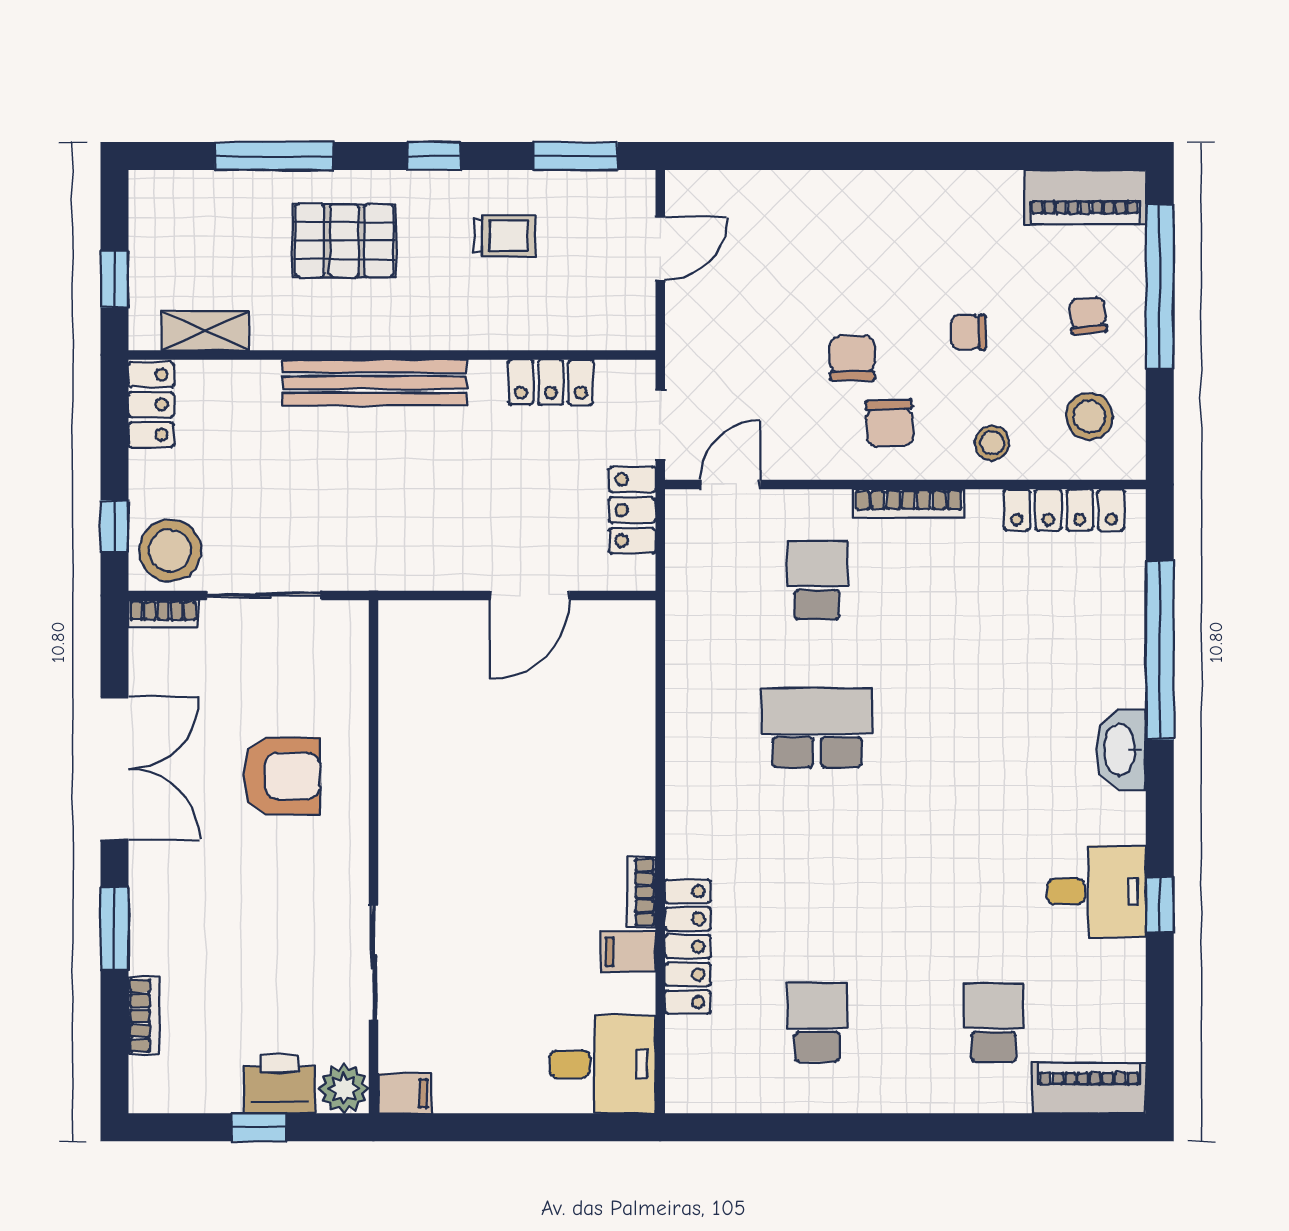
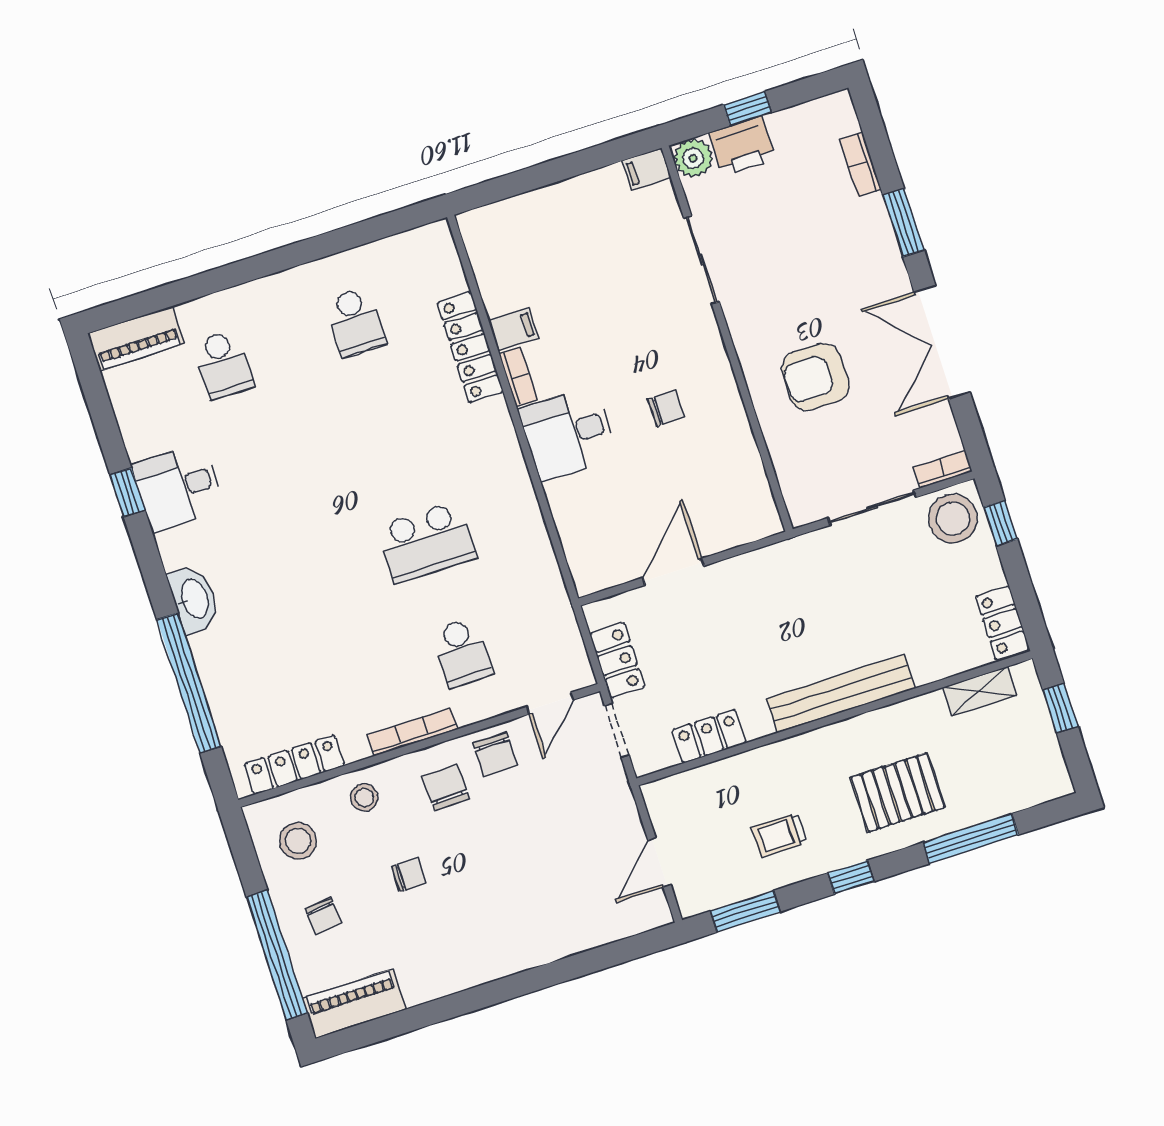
chair: (852, 358) -> (495, 754), moved
chair: (474, 796) -> (666, 408), added
desk: (603, 1064) -> (568, 434), moved

